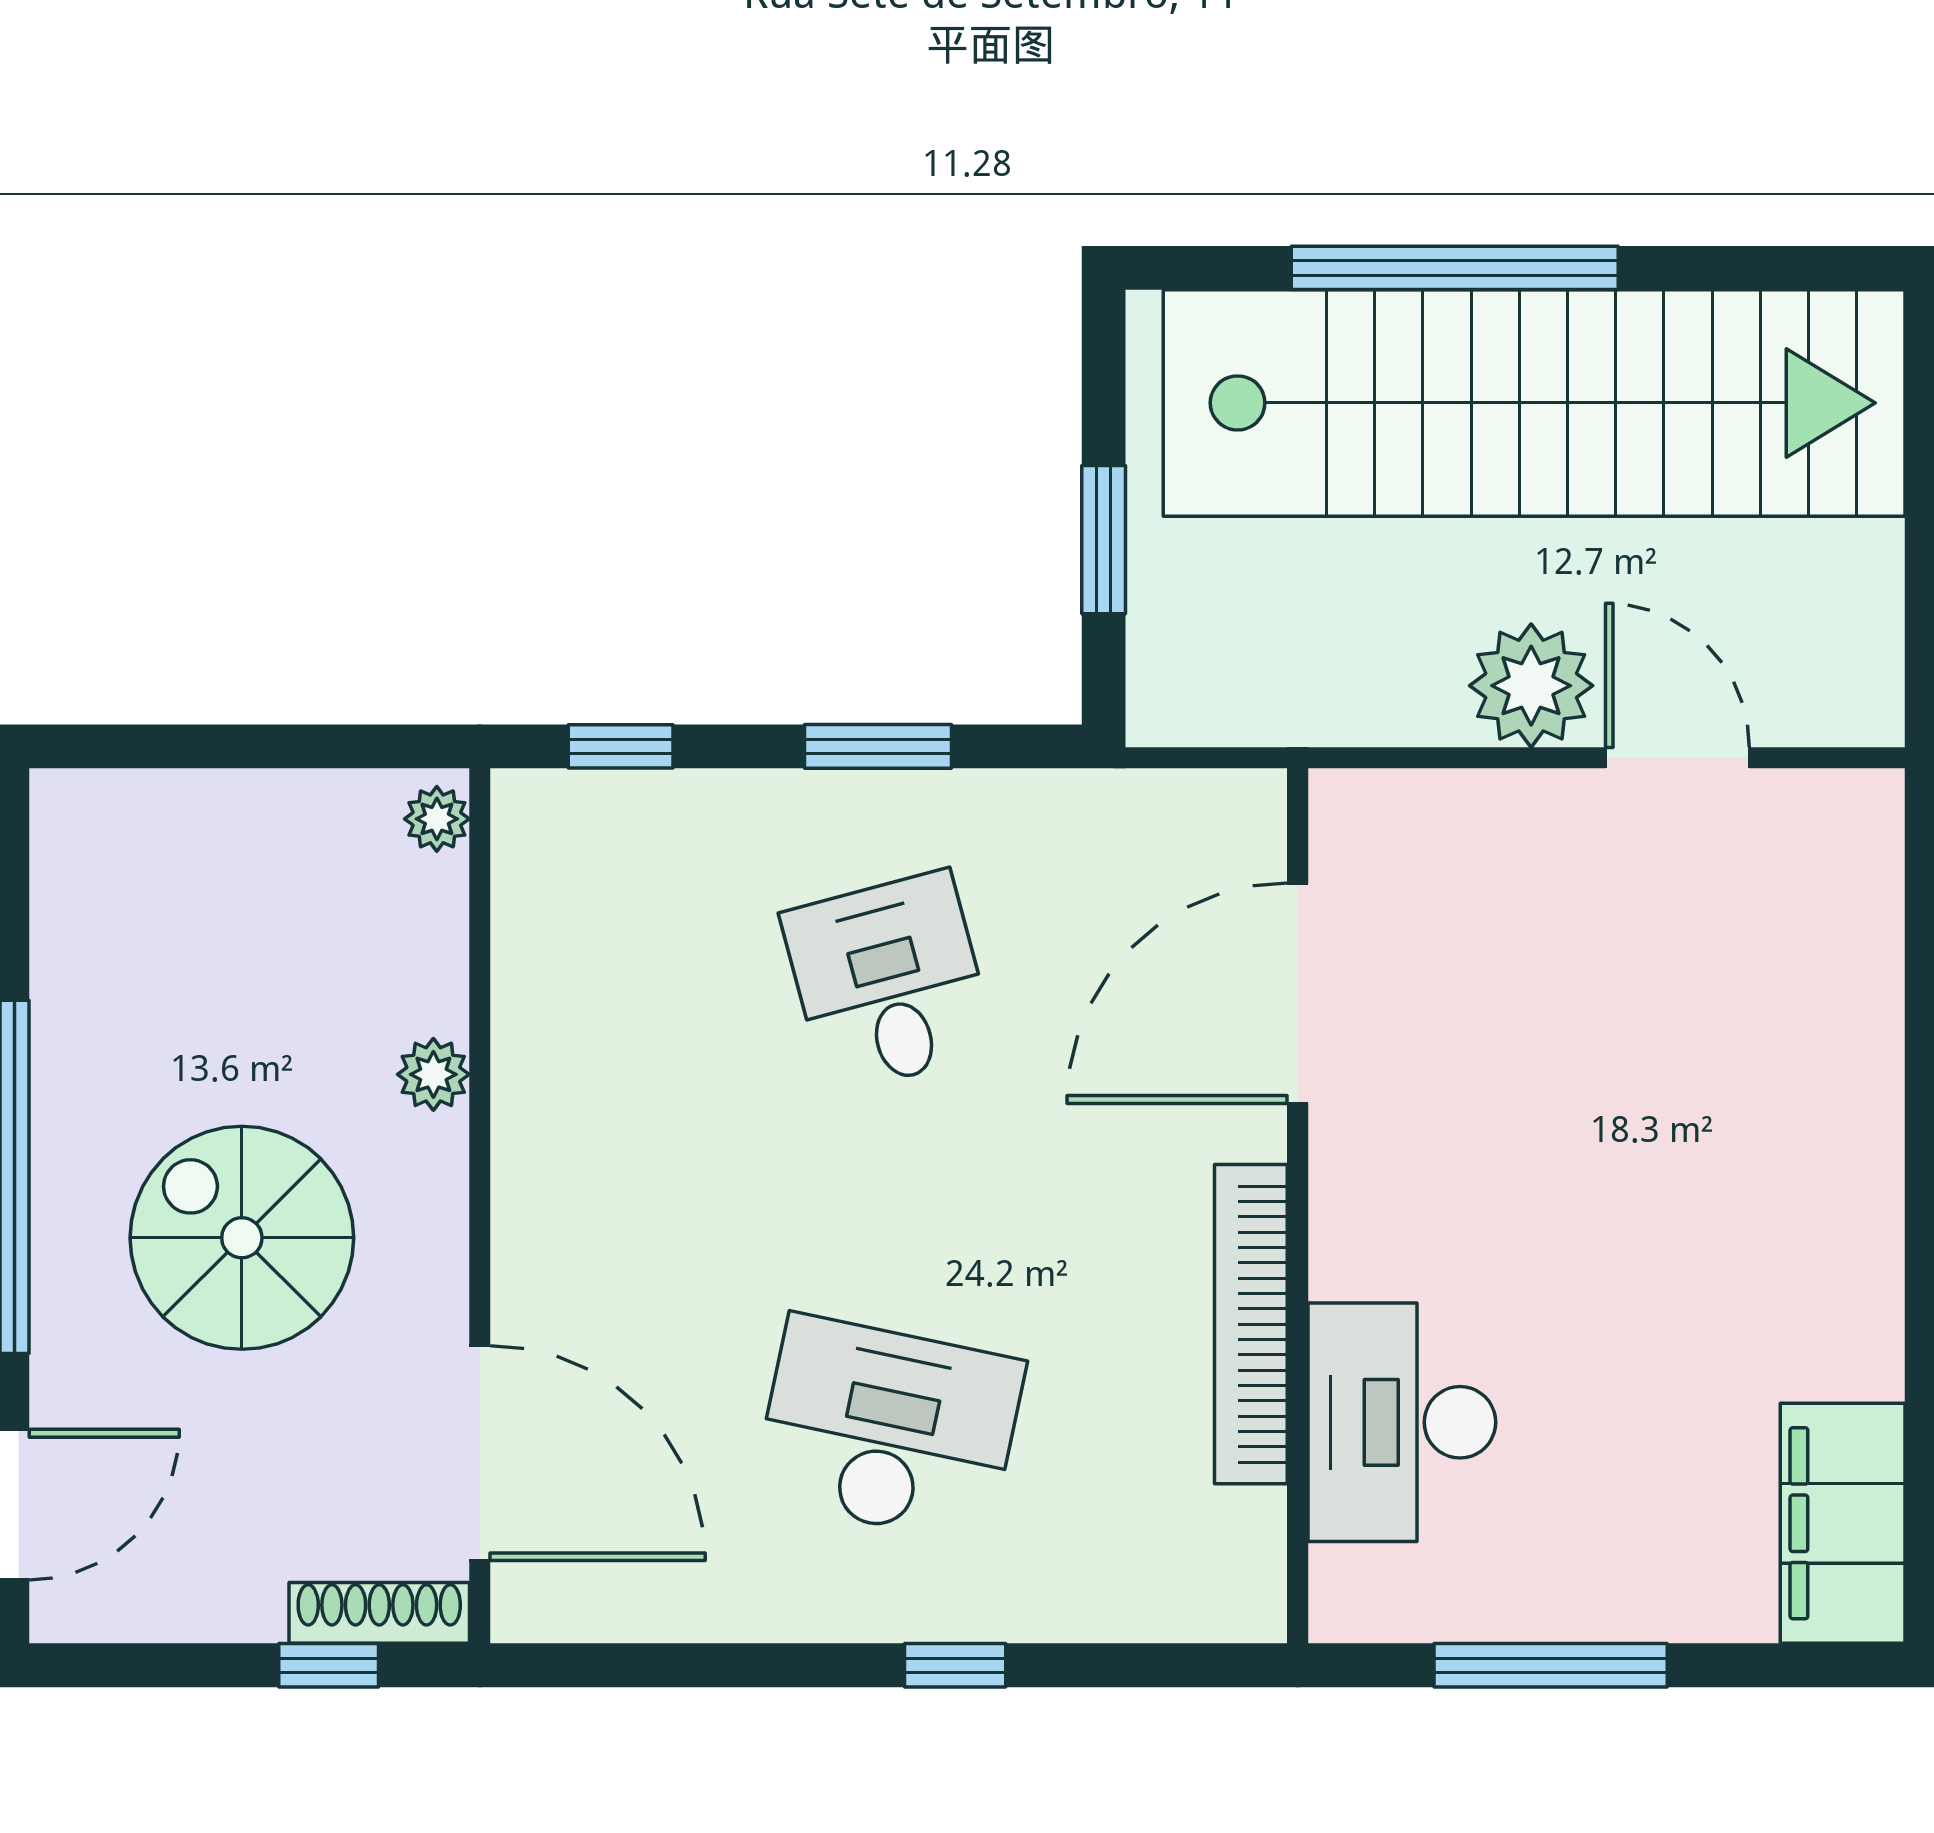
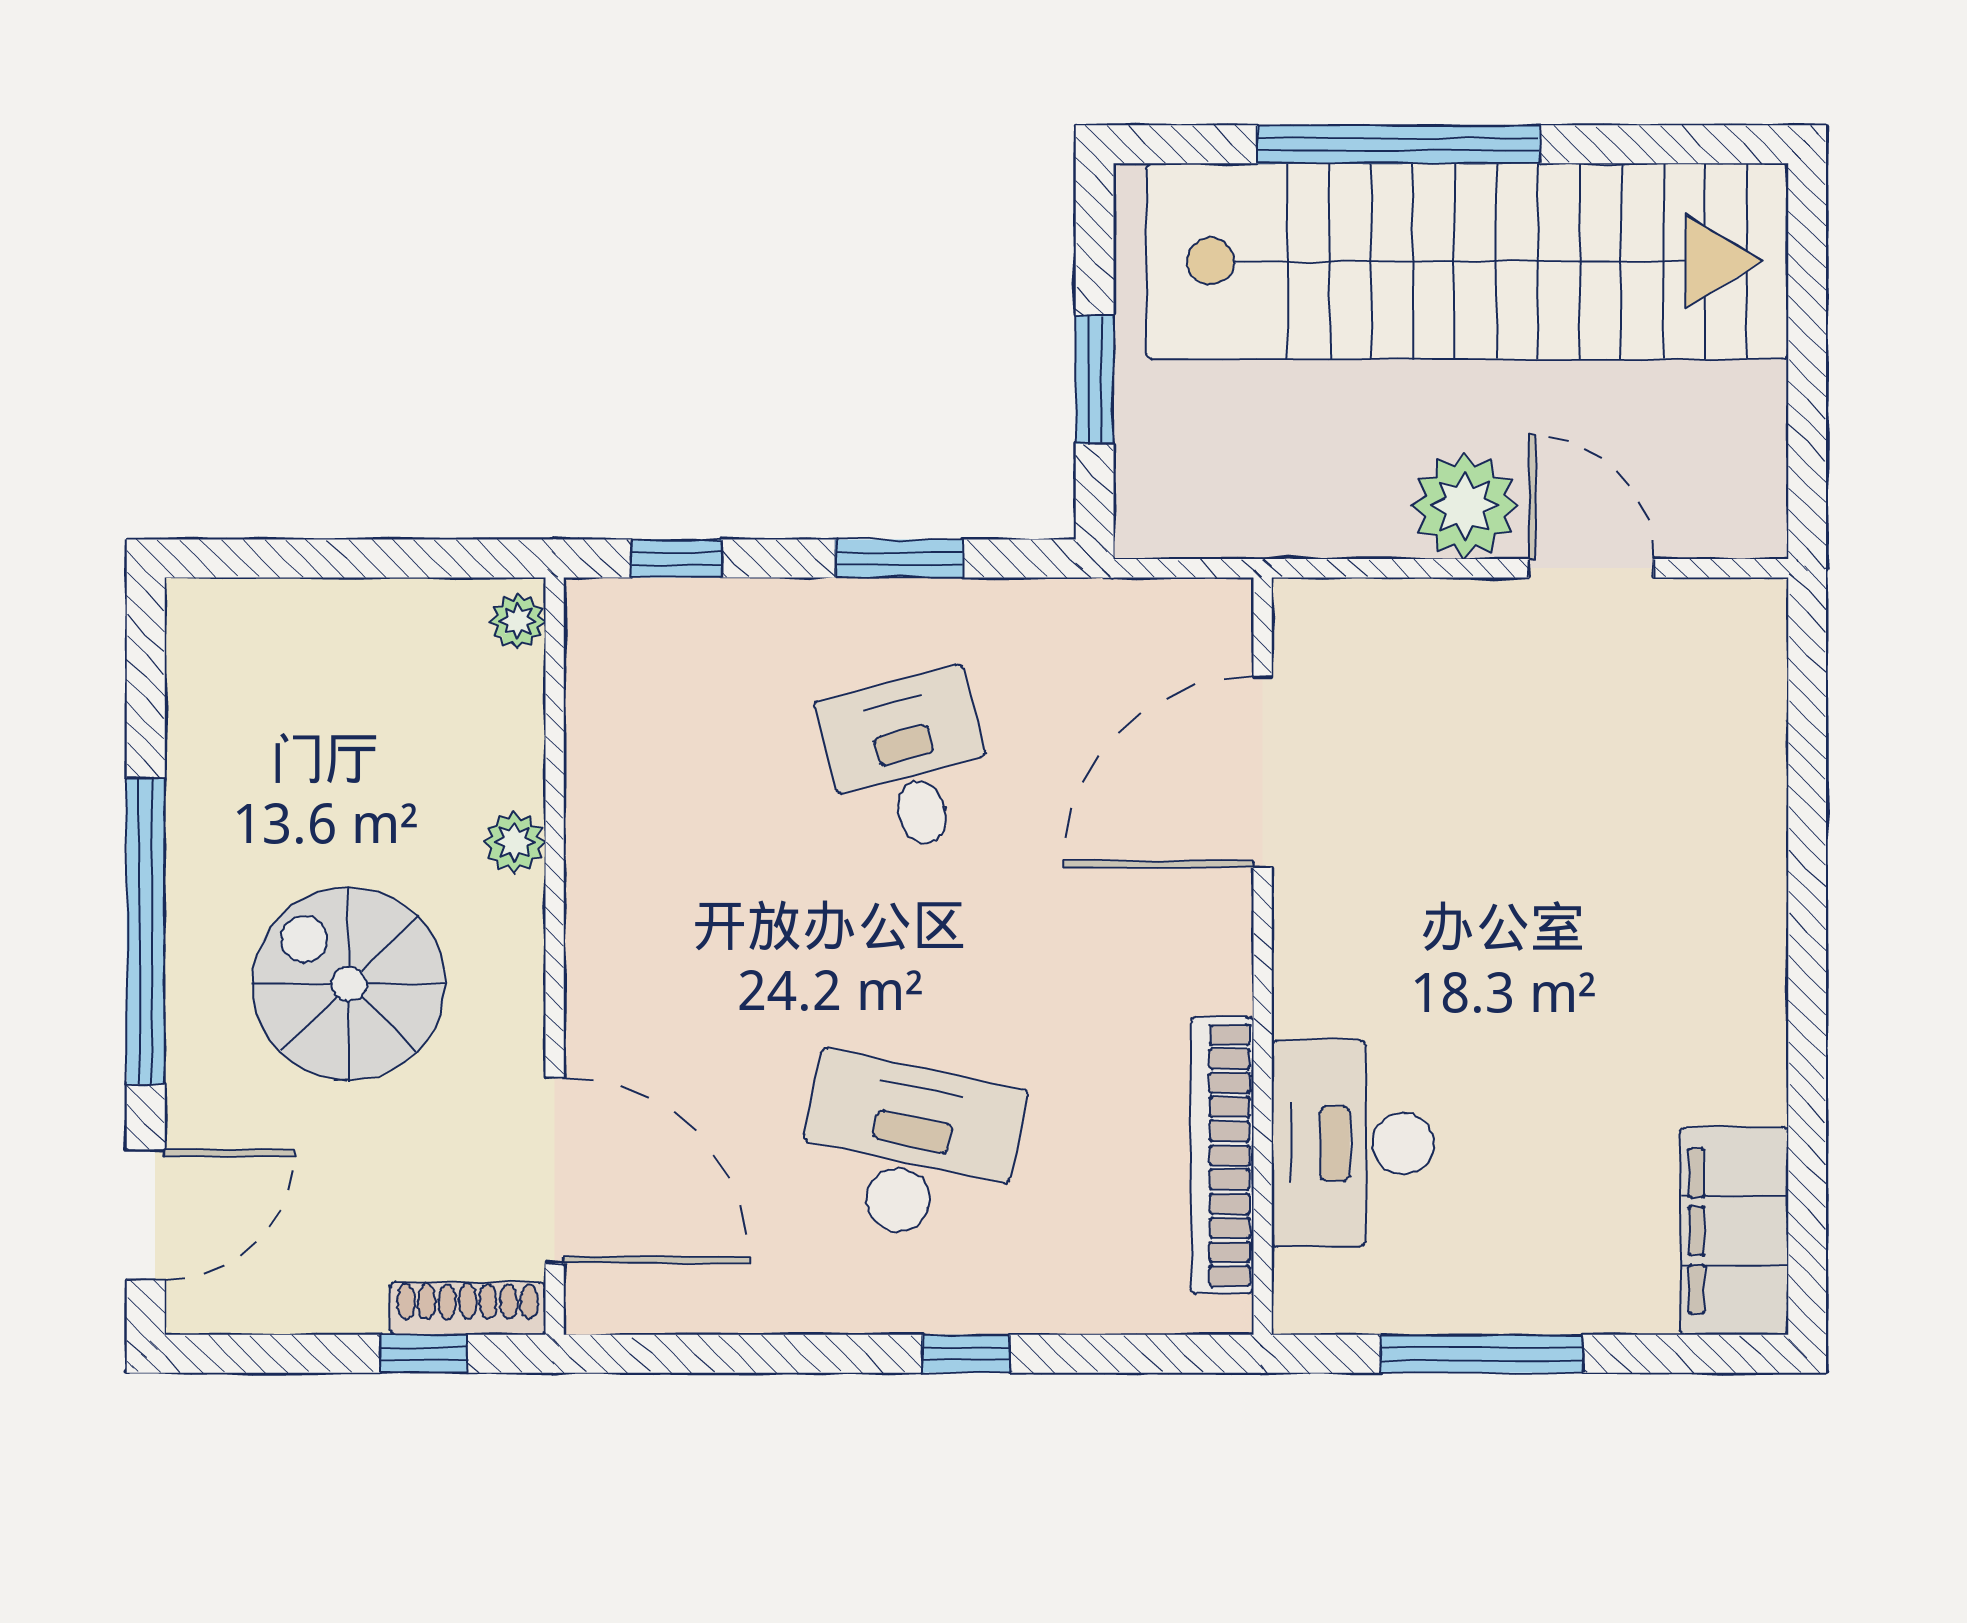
bookcase: (1251, 1324) -> (1222, 1155), moved

